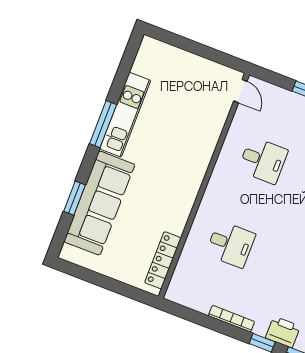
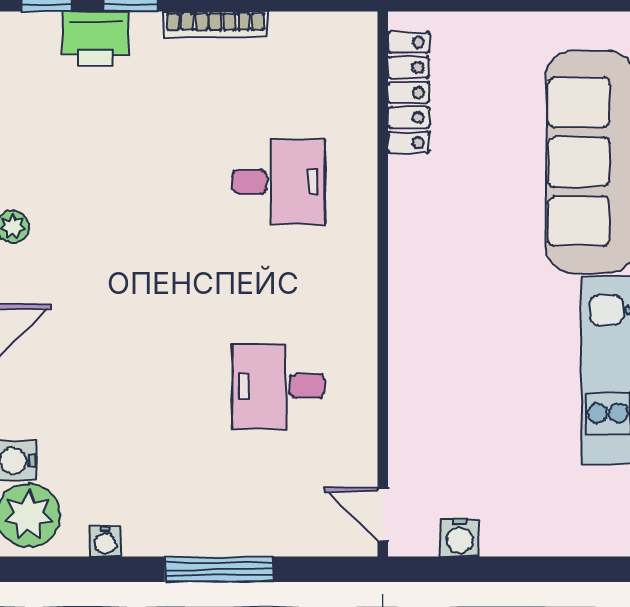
water cooler: (212, 69) -> (460, 538), added
desk: (231, 244) -> (278, 182), turned 180

